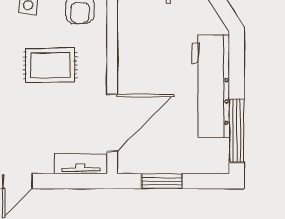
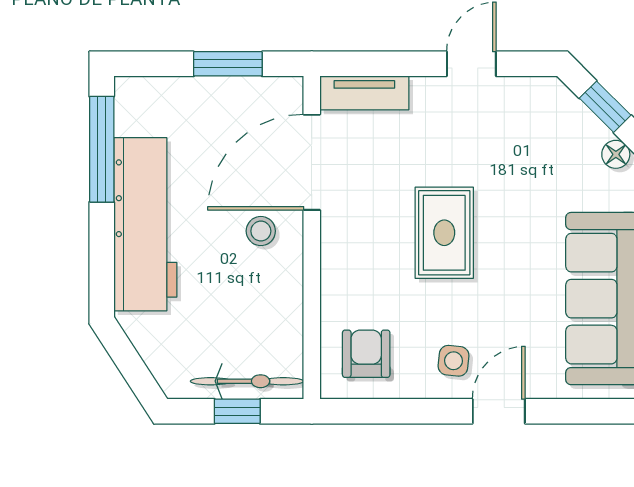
rug: (50, 65) -> (444, 233), moved, turned 90
stool: (142, 82) -> (261, 231), added

